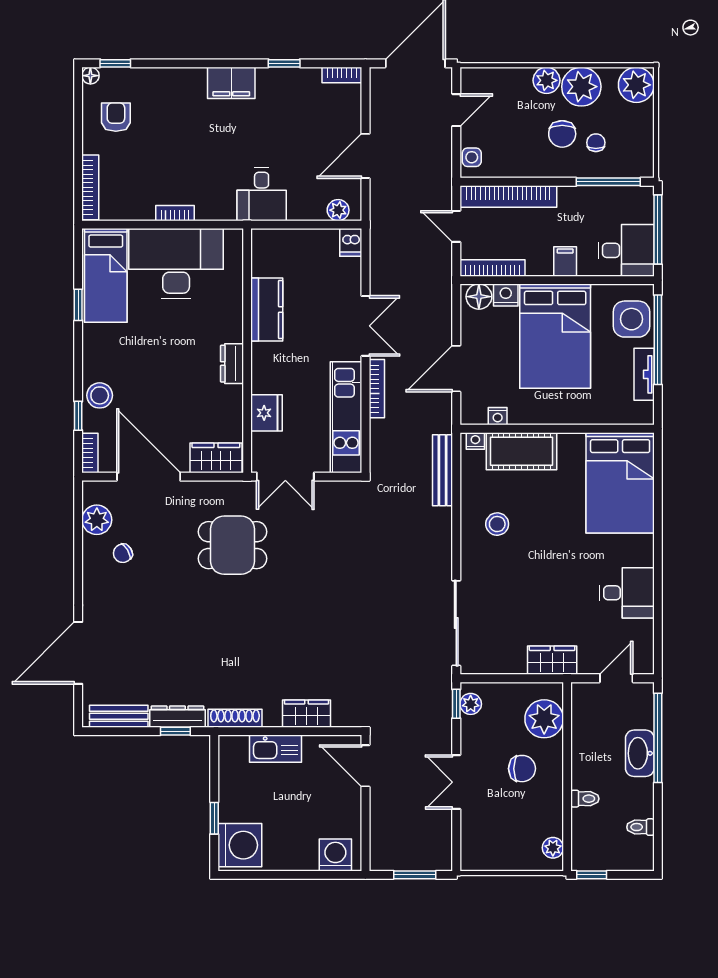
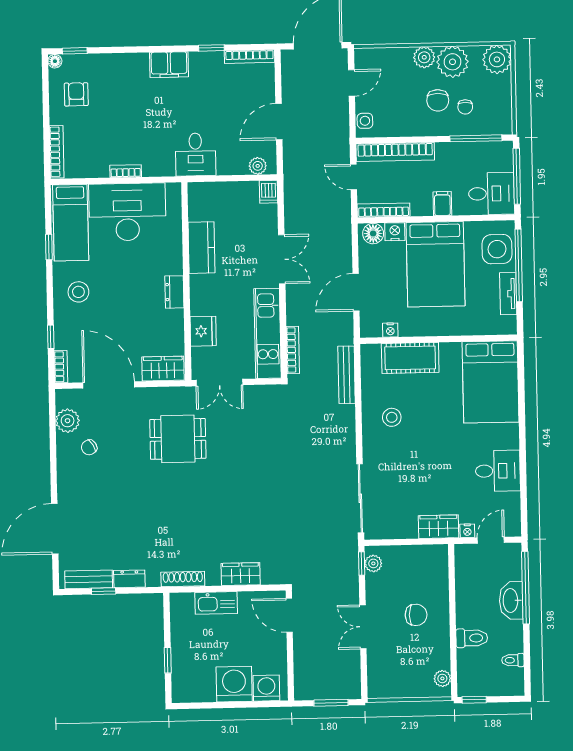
bookcase: (342, 75) -> (249, 57), width x1.56
chair: (596, 143) -> (465, 107), turned 180
bookcase: (377, 389) -> (293, 350), moved
stool: (100, 395) -> (78, 292), moved
nightstand: (475, 441) -> (467, 531), moved, turned 180
dresser: (177, 717) -> (129, 579), width x0.70
plant: (544, 719) -> (433, 574), removed
window: (175, 731) -> (104, 591), moved
toilet: (585, 799) -> (472, 638), width x1.37, depth x1.39
washing machine: (240, 845) -> (234, 684), moved, turned -90

